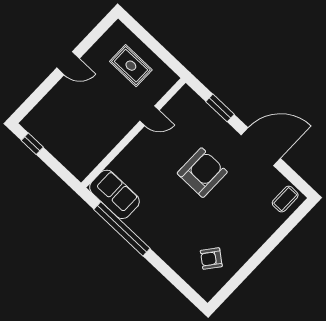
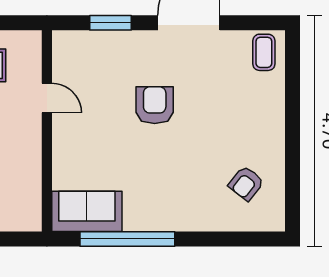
door: (150, 116) -> (47, 98), hinge flipped
armchair: (202, 173) -> (155, 105), width x0.73, depth x0.73

